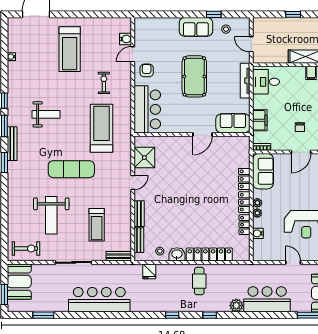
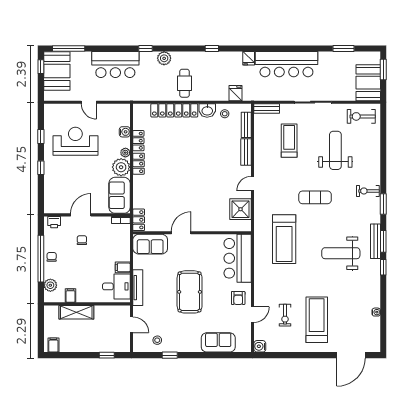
window: (293, 14) -> (107, 355), moved
sofa: (196, 27) -> (218, 342), moved
water cooler: (125, 39) -> (260, 346), moved
exercise bike: (104, 83) -> (285, 315), moved
weight bench: (46, 114) -> (341, 253), width x1.36, depth x1.33
filing cabinet: (260, 120) -> (123, 267), moved, width x0.50
bench: (12, 144) -> (375, 241), moved
exercise mat: (71, 169) -> (315, 197), width x0.73, depth x0.69
exercise bike: (19, 175) -> (368, 191), added
locker: (244, 179) -> (139, 220), moved
plant: (257, 203) -> (121, 167), width x1.87, depth x1.87
fridge: (136, 305) -> (249, 58), added
plant: (236, 306) -> (164, 58), moved
window: (210, 315) -> (145, 48), moved

